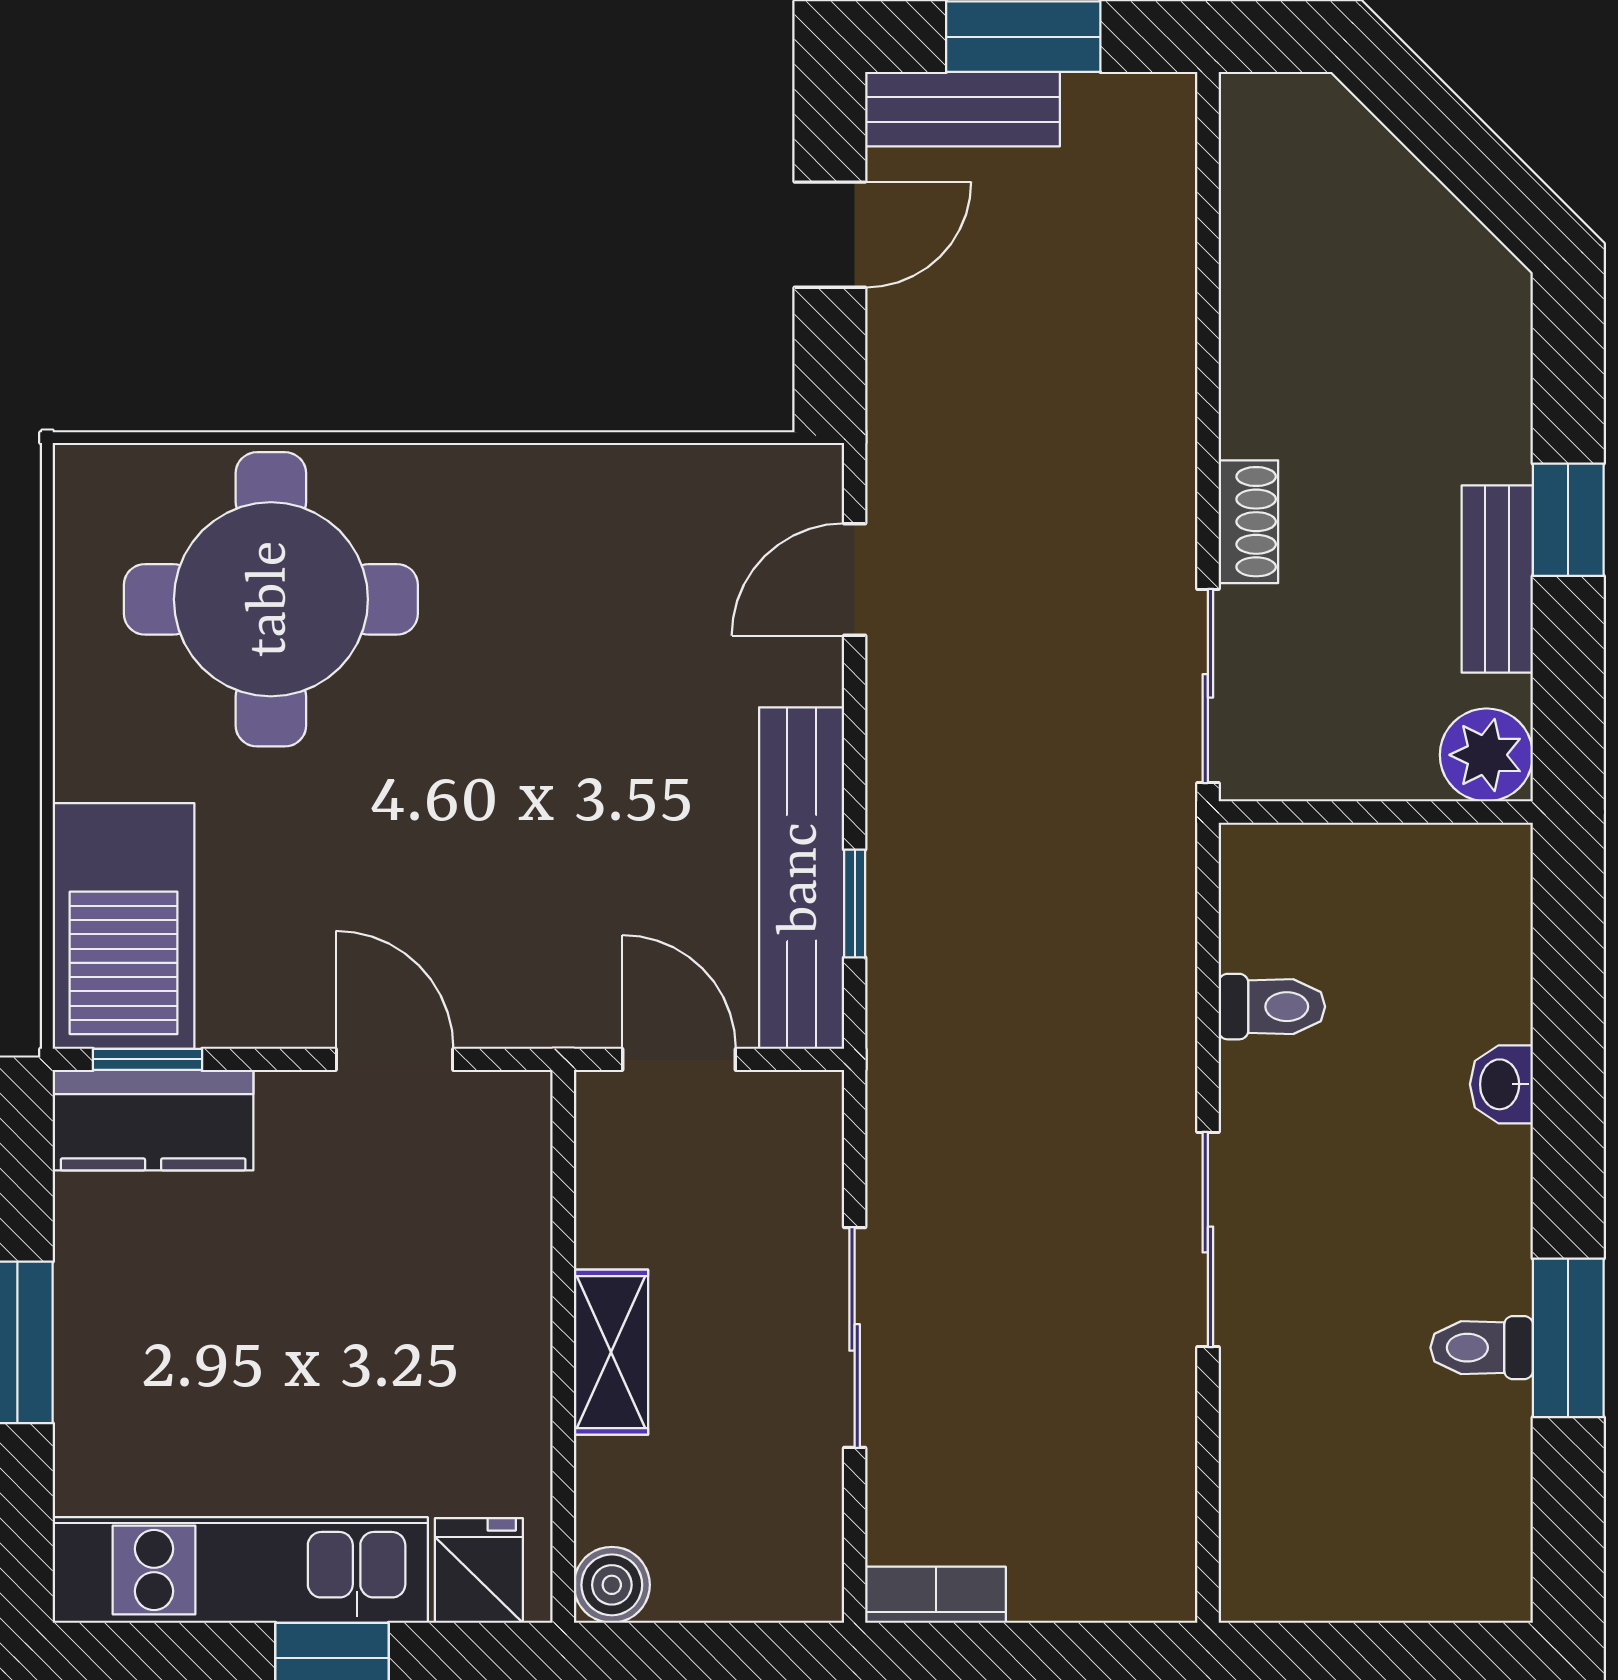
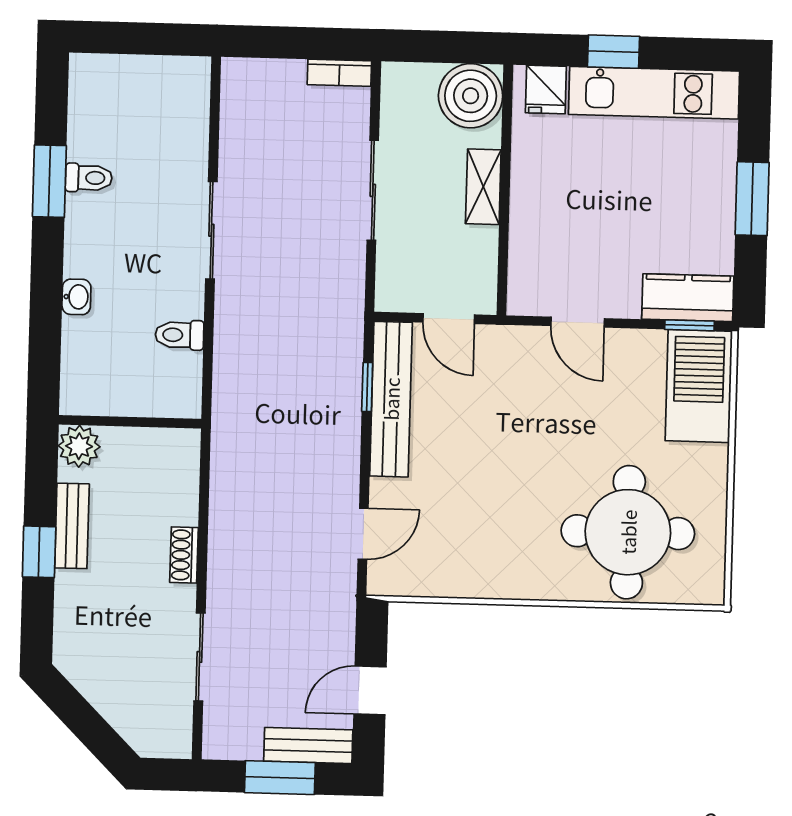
sliding door: (1208, 686) -> (199, 657), moved
boiler: (612, 1585) -> (471, 96), width x1.86, depth x1.86

